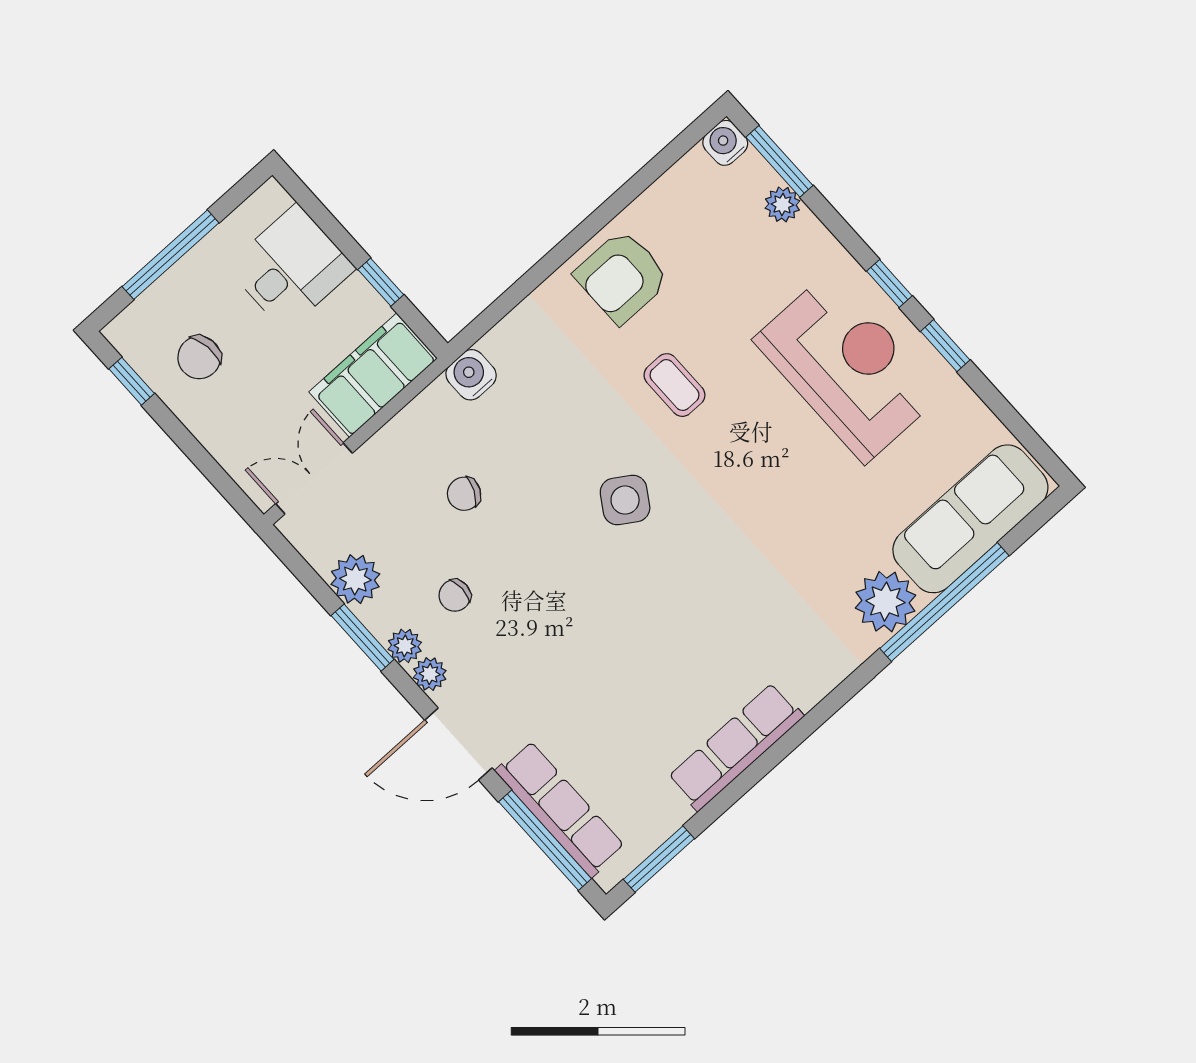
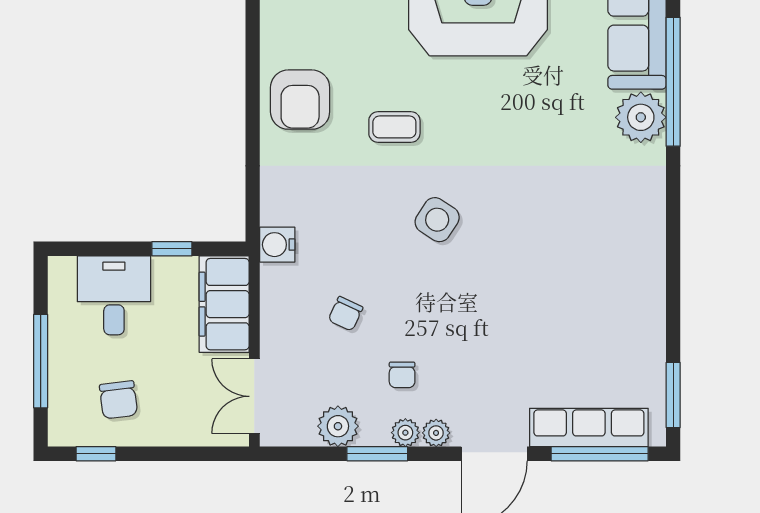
row of seats: (736, 747) -> (647, 287), removed

